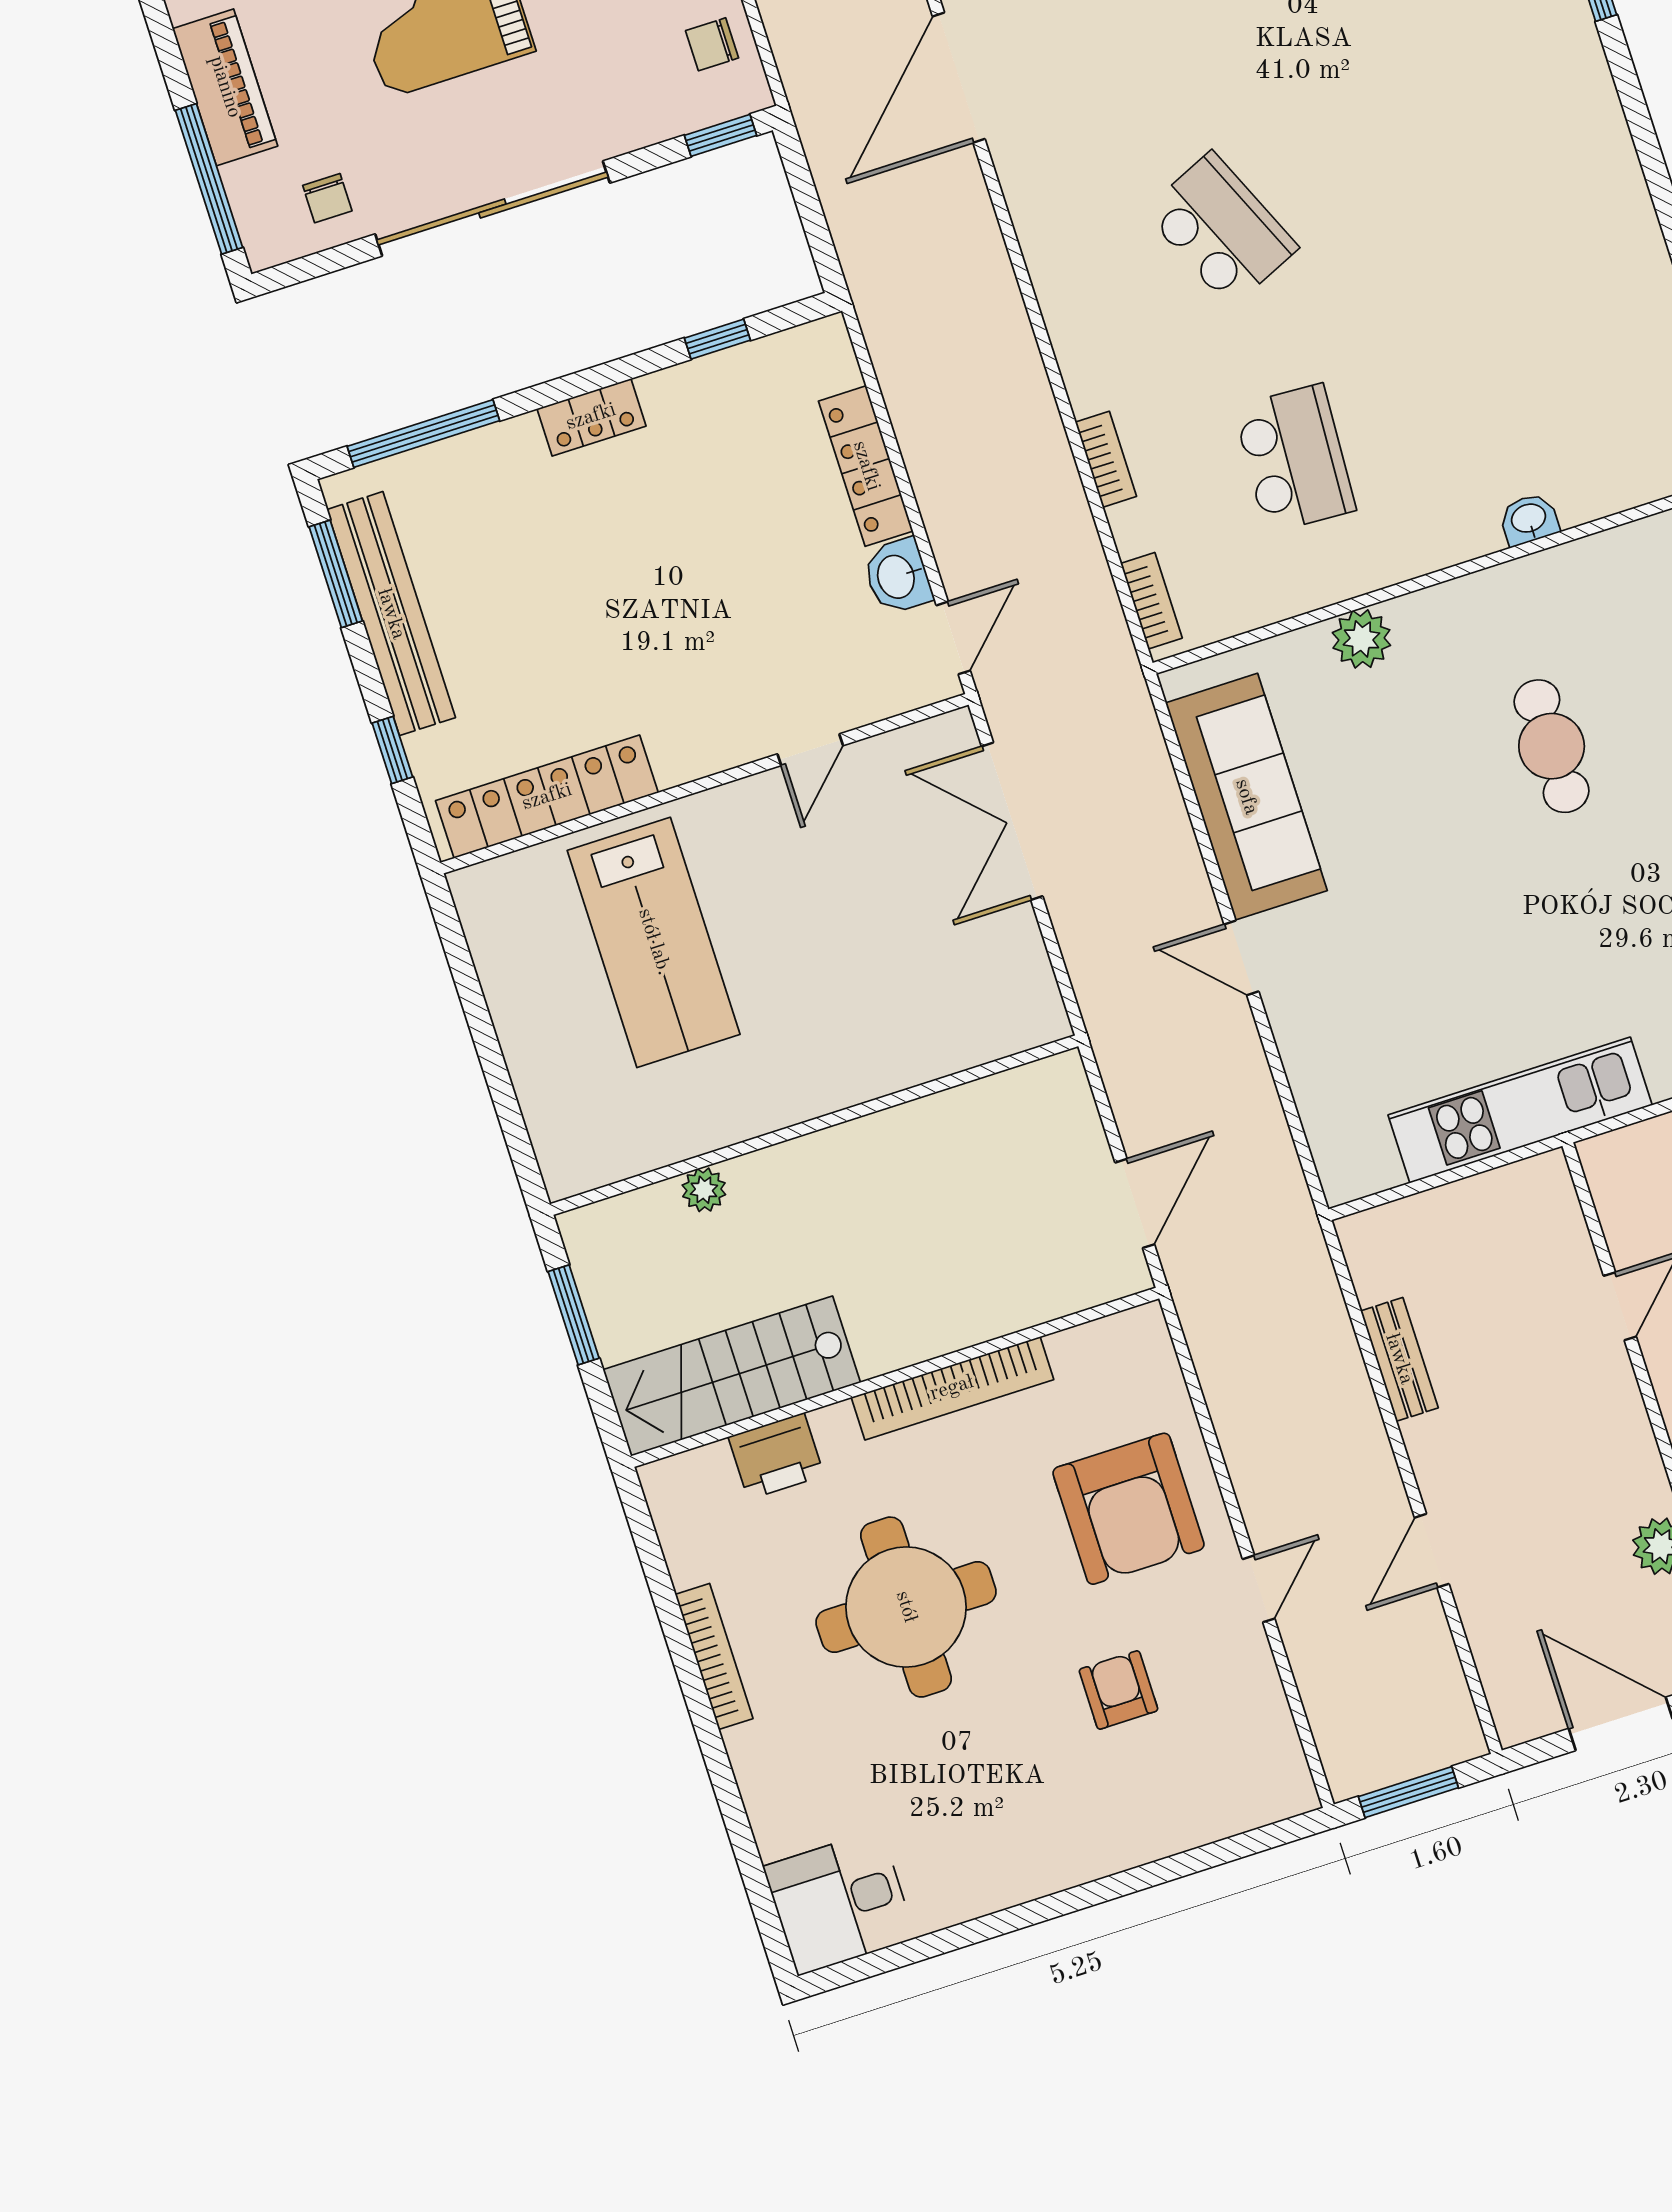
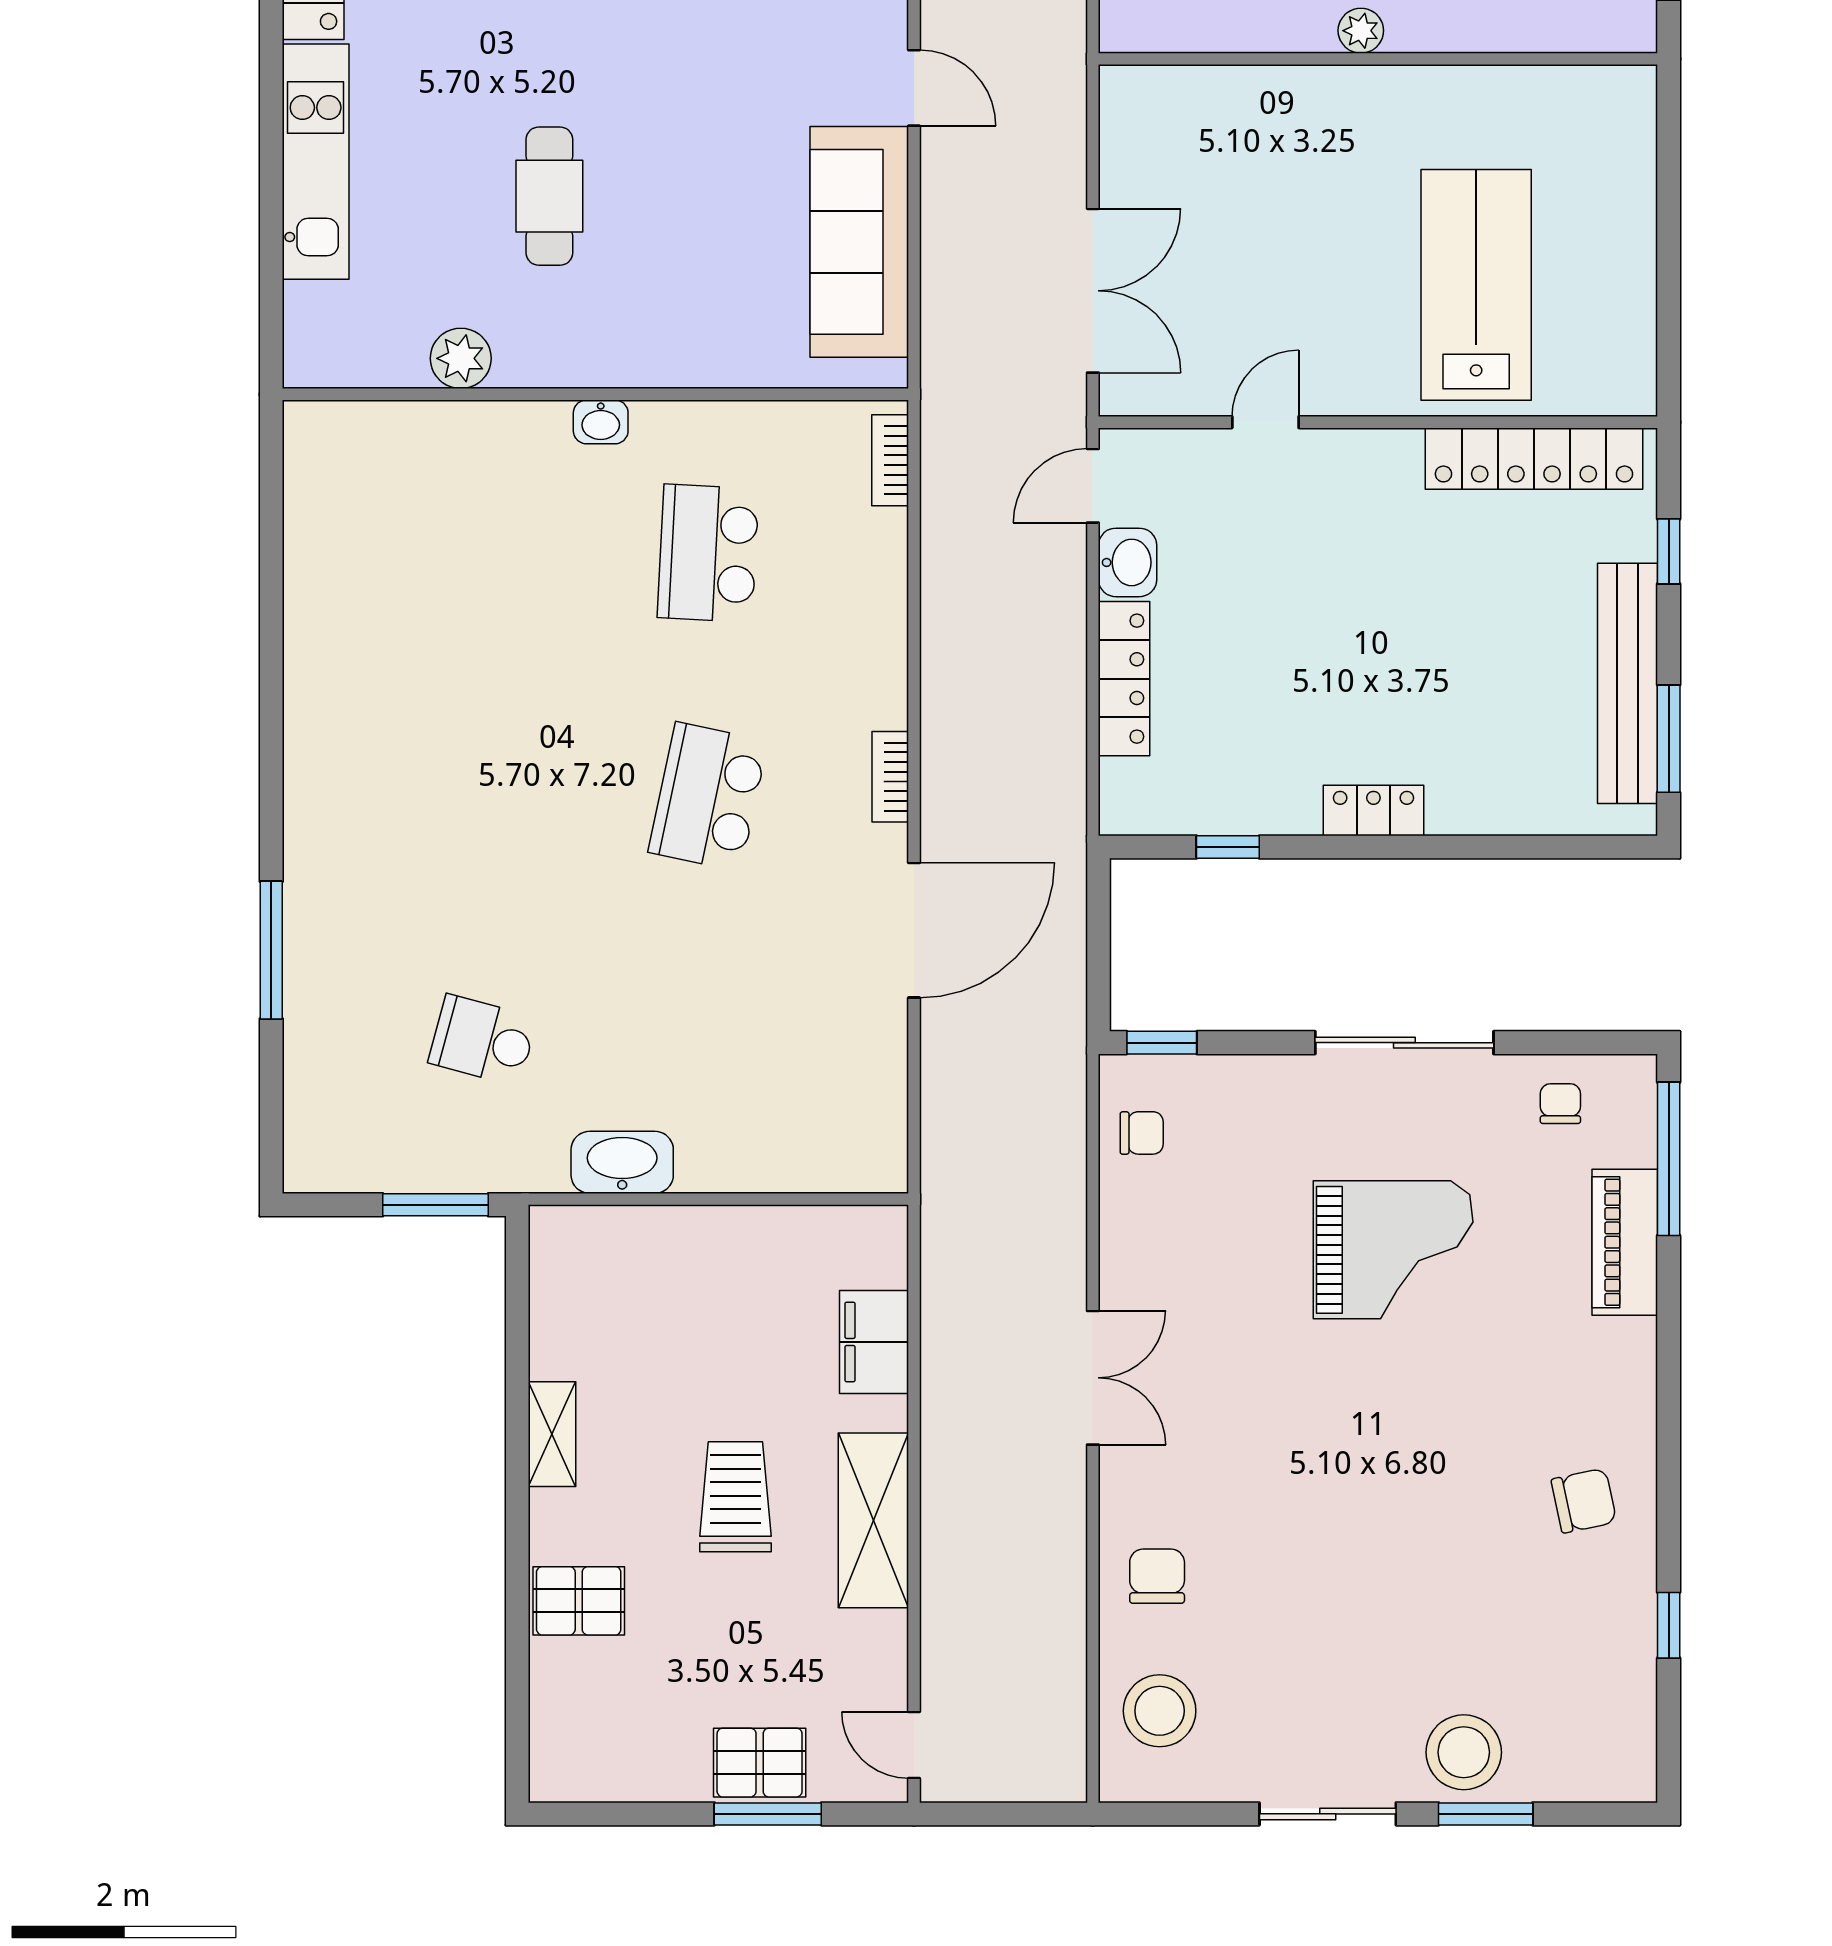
door: (959, 78) -> (914, 930), moved
sliding door: (492, 208) -> (1404, 1043), width x0.73
school desk: (1221, 230) -> (708, 797), turned 36
window: (423, 434) -> (1541, 847), removed
bookcase: (1106, 459) -> (890, 777), moved
washbasin: (1529, 519) -> (601, 422), moved
plant: (1361, 639) -> (461, 358), moved
plant: (704, 1190) -> (1361, 31), moved

